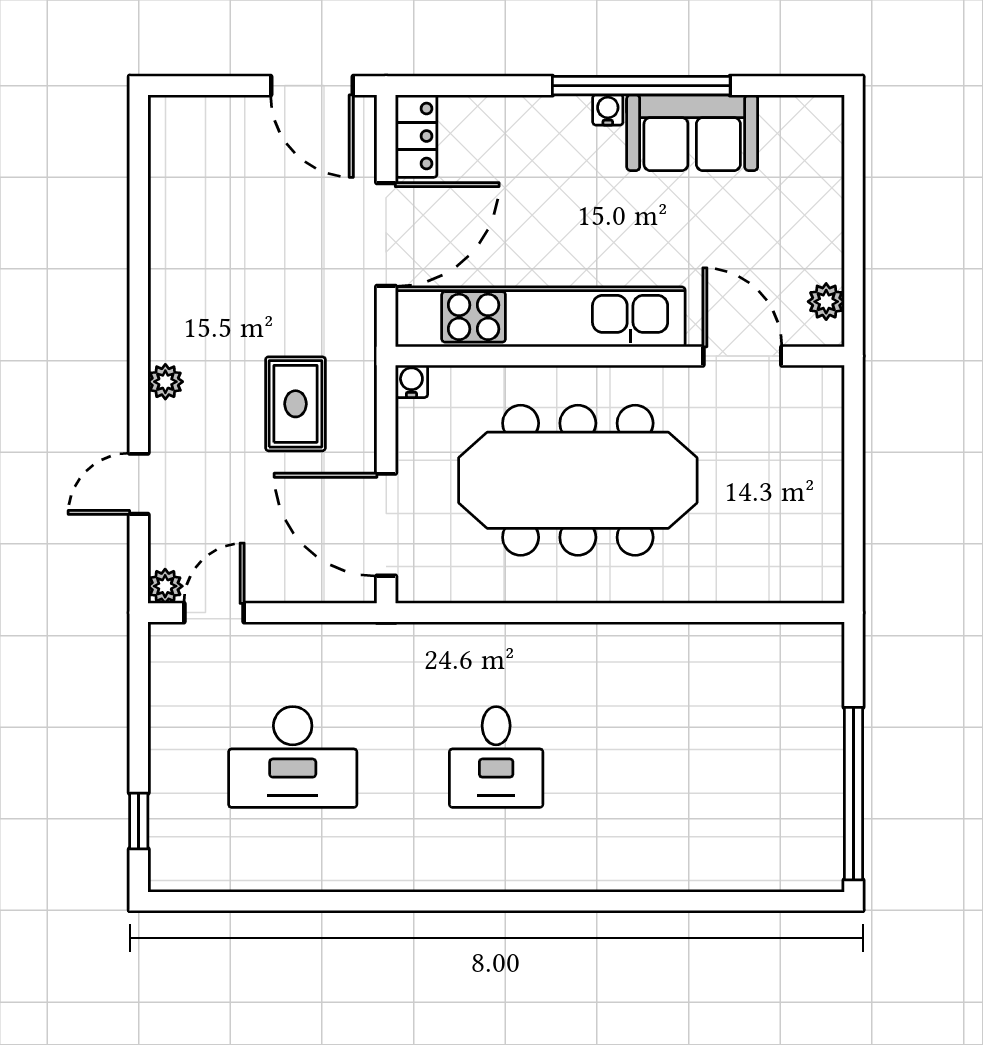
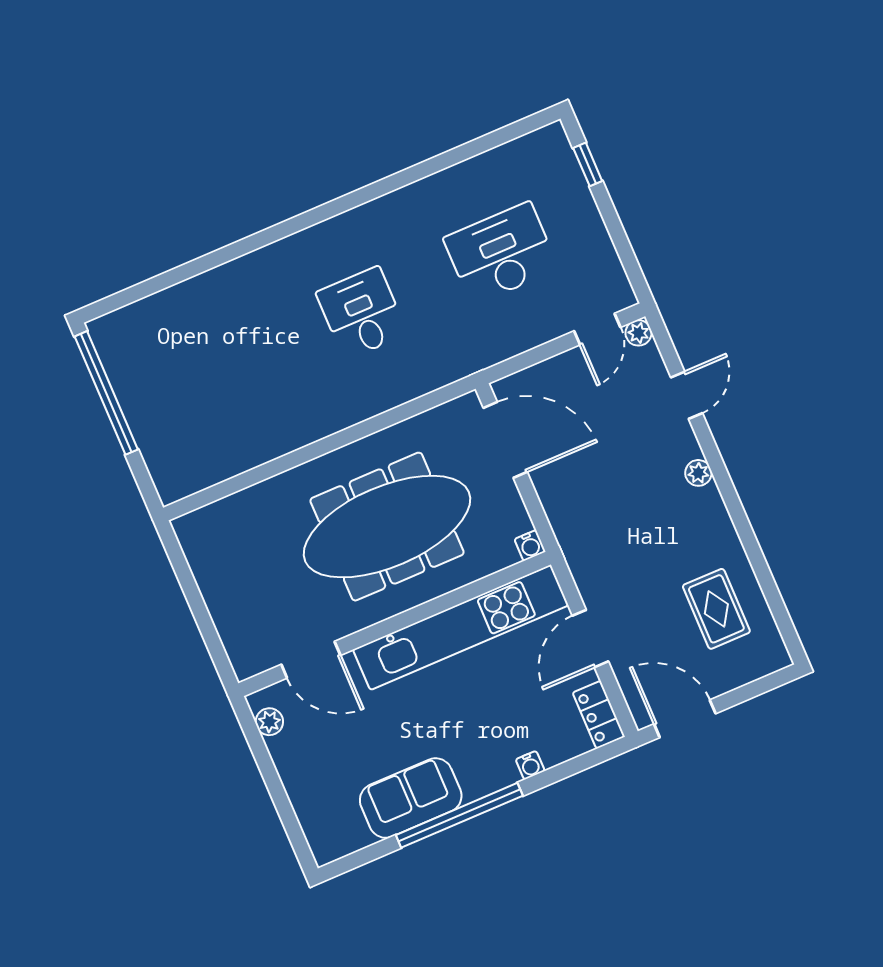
water cooler: (608, 110) -> (530, 765), moved
door: (386, 234) -> (590, 639), width x0.73
rug: (295, 404) -> (716, 609), moved

